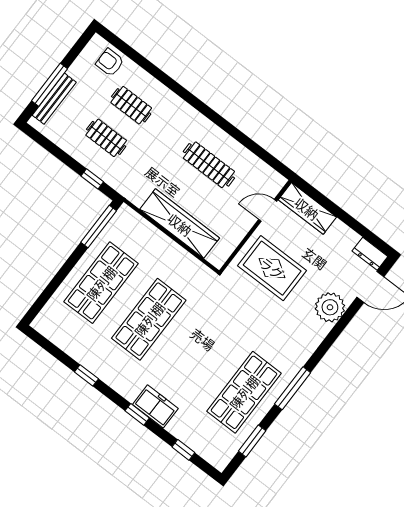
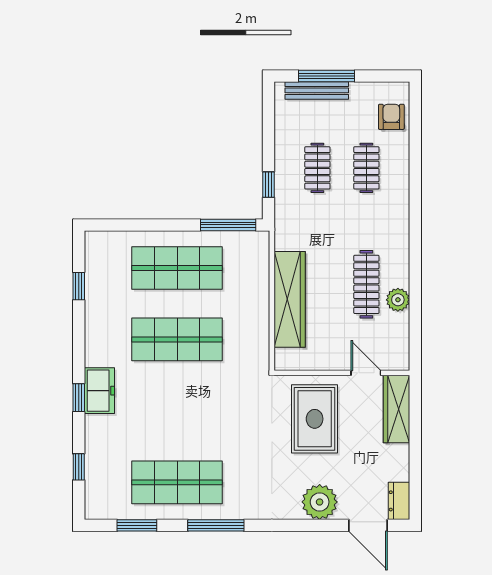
plant: (235, 152) -> (398, 300), added
window: (86, 375) -> (79, 286), moved
freezer: (155, 406) -> (99, 391), moved

